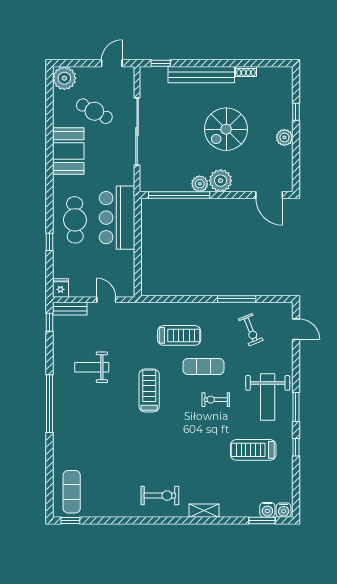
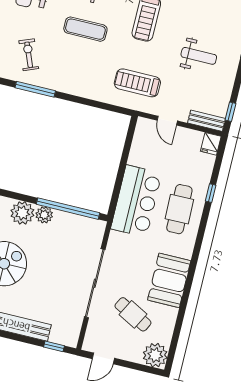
treadmill: (179, 335) -> (137, 83), moved

